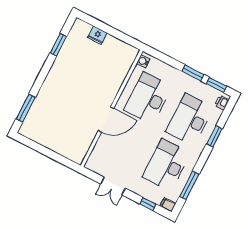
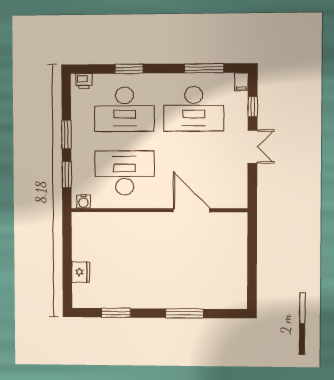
window: (216, 85) -> (67, 175), moved
desk: (148, 98) -> (125, 173), turned 180
window: (26, 108) -> (185, 313), moved
door: (106, 120) -> (192, 210), moved
double door: (113, 186) -> (252, 147), moved

